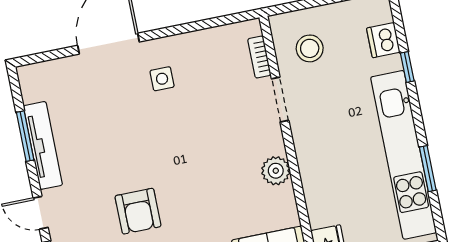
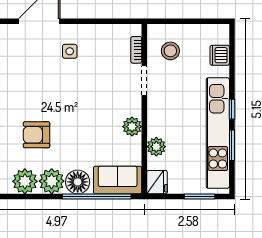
window: (407, 67) -> (232, 109), moved
plant: (317, 193) -> (156, 147), added
armchair: (138, 211) -> (36, 135), turned 90

